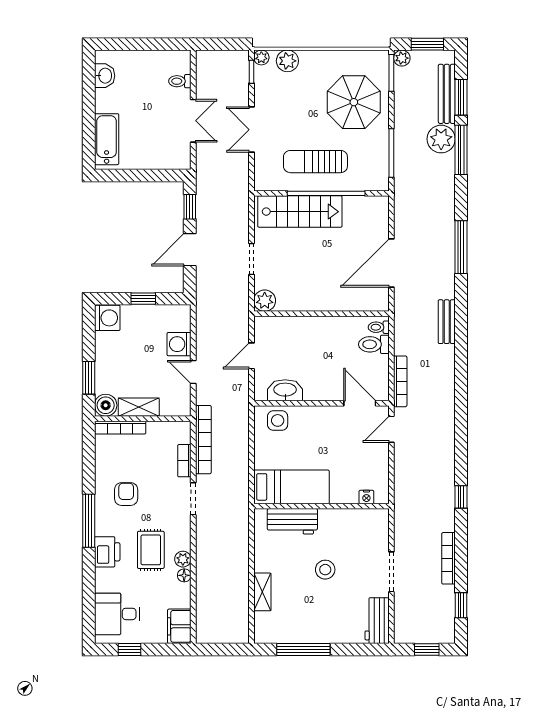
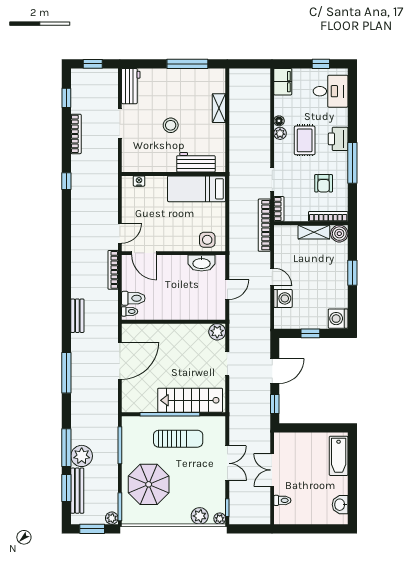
boiler: (106, 405) -> (339, 234), moved
shelving: (139, 407) -> (314, 232), moved
wall: (143, 419) -> (311, 223), moved
bookcase: (120, 428) -> (328, 216), moved

